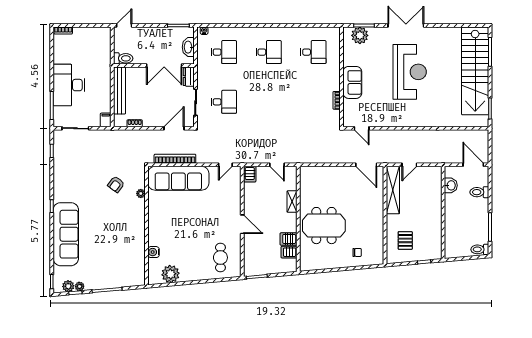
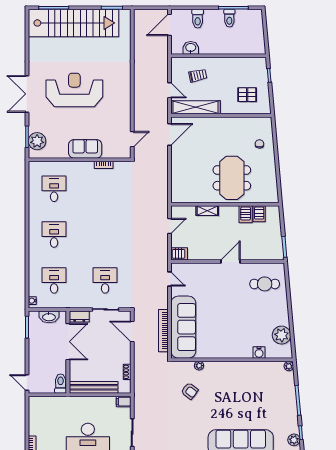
trolley: (424, 192) -> (198, 75), added
toilet: (480, 249) -> (229, 18), moved
plant: (80, 286) -> (289, 366), moved

